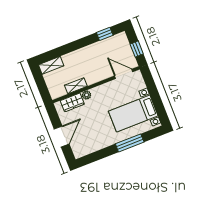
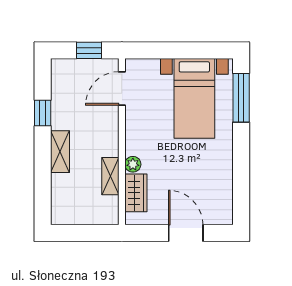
window: (105, 34) -> (43, 113), moved
shelving: (51, 65) -> (60, 152), moved
window: (130, 143) -> (241, 98), moved

